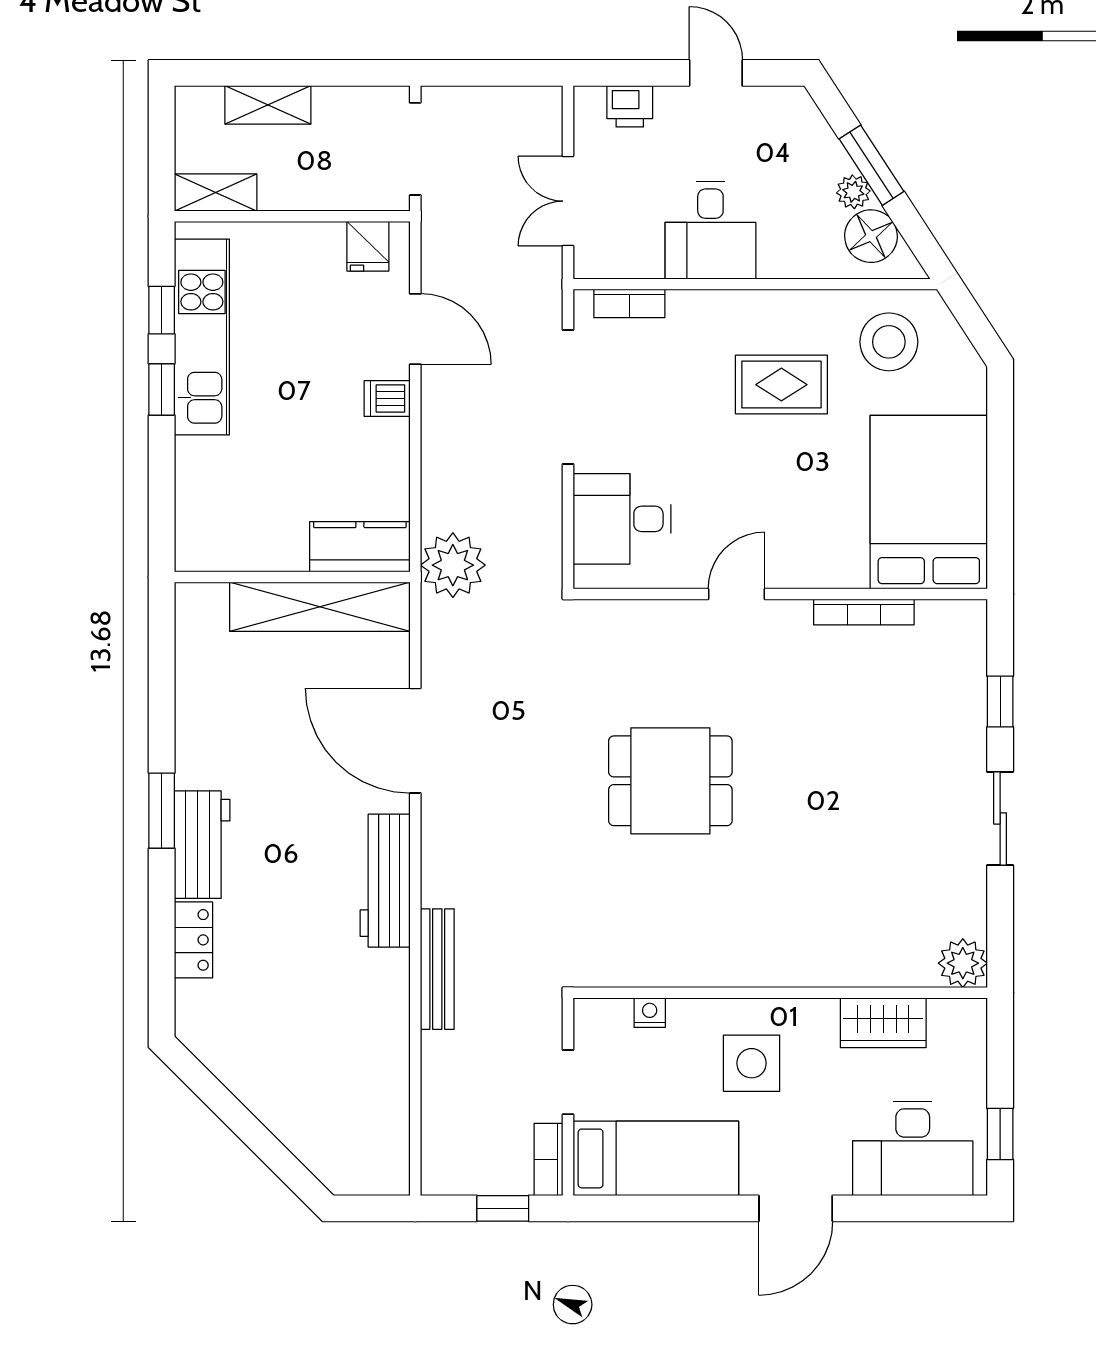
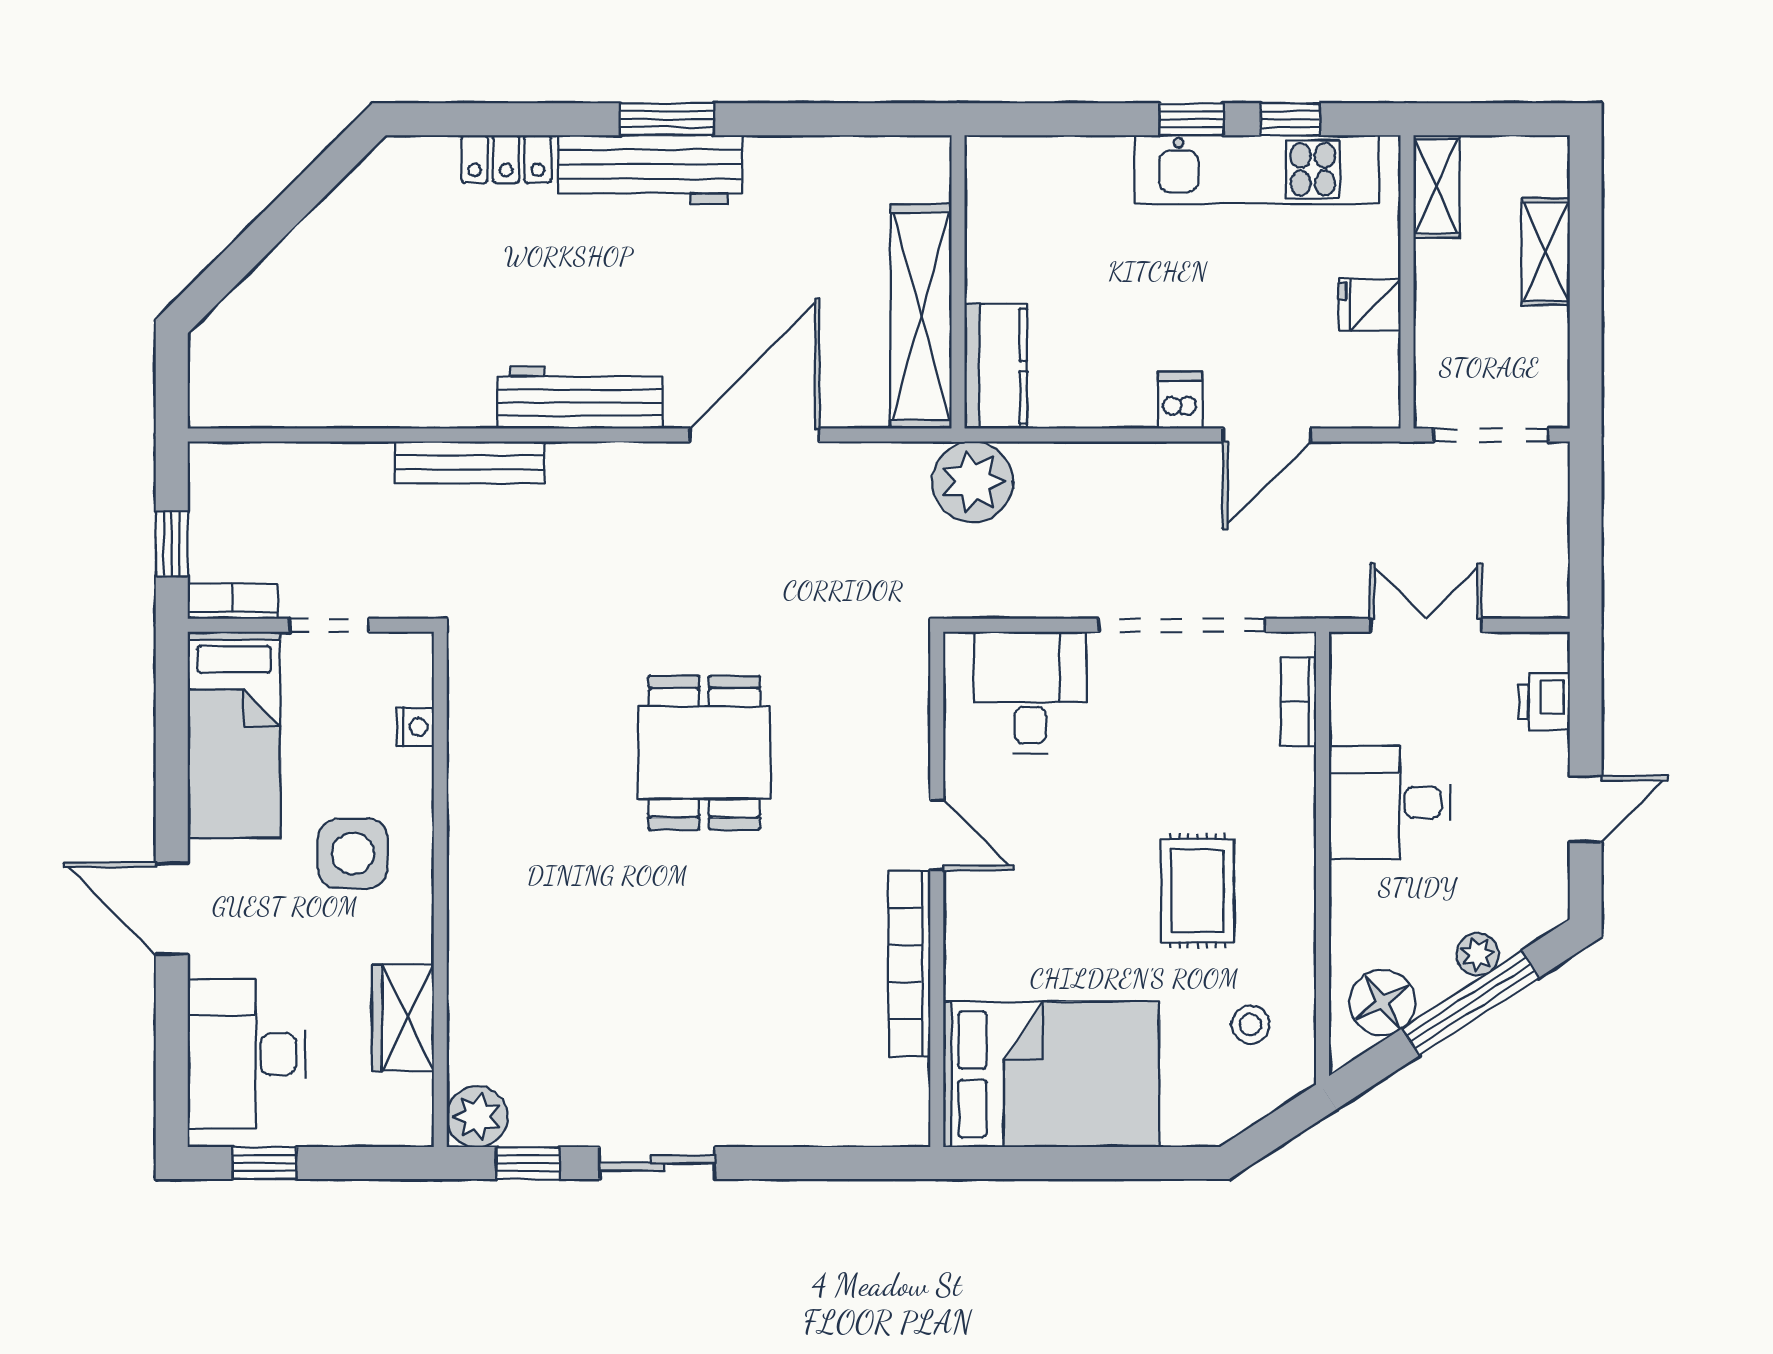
window: (872, 165) -> (1471, 1003), width x1.44
plant: (853, 192) -> (1478, 954), moved
fridge: (368, 246) -> (1370, 305), moved
stool: (889, 342) -> (1251, 1025), width x0.53, depth x0.53
bookcase: (864, 612) -> (909, 963), width x1.48, depth x1.31
window: (1000, 701) -> (528, 1163), moved
workbench: (202, 845) -> (650, 170), width x1.38

